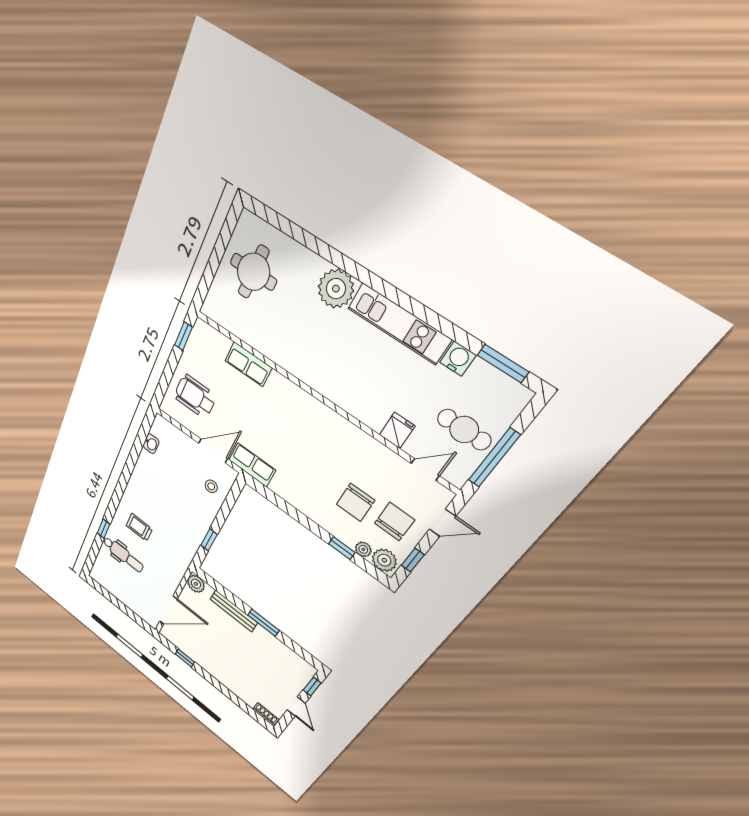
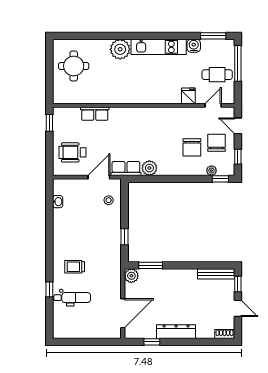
window: (494, 458) -> (238, 63), moved
door: (442, 523) -> (238, 126), swing flipped
window: (342, 548) -> (220, 179), moved
plant: (384, 560) -> (149, 168), moved
bench: (234, 611) -> (216, 274), moved
window: (264, 623) -> (151, 265), moved
dresser: (215, 670) -> (176, 332), added

